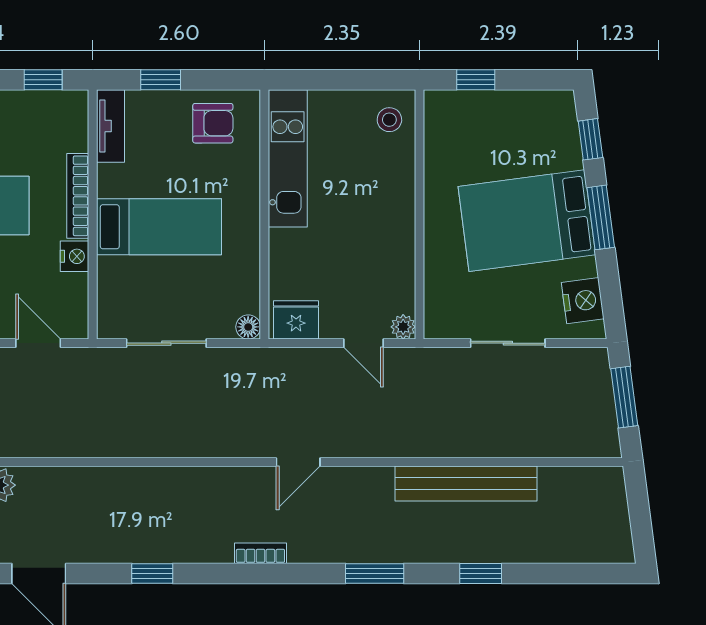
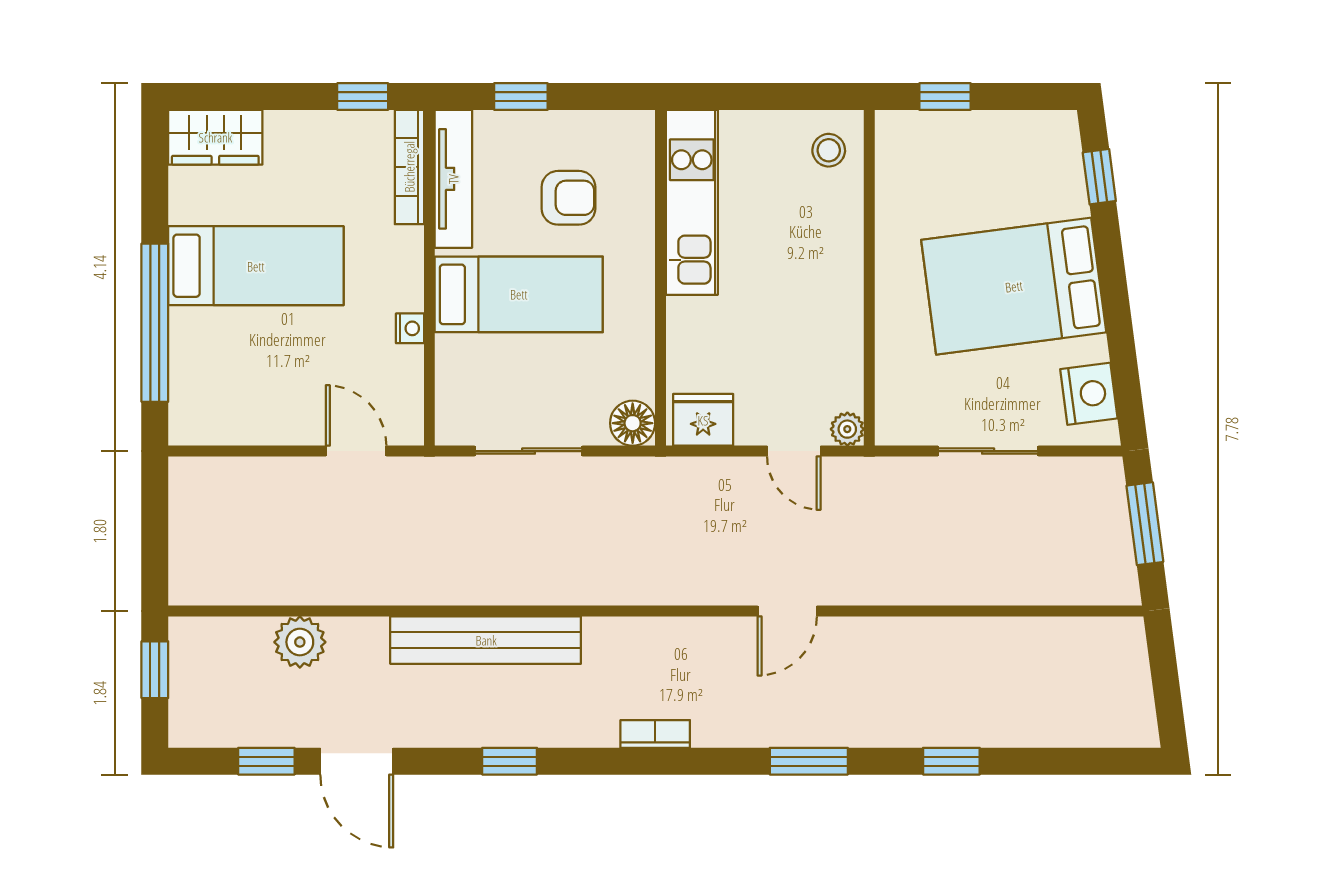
armchair: (213, 123) -> (568, 198), moved
tv unit: (111, 126) -> (453, 179), width x1.41
bookcase: (78, 196) -> (409, 167), moved
window: (601, 217) -> (1113, 282), removed
nightstand: (75, 256) -> (410, 328), width x0.72, depth x0.74
floor lamp: (248, 327) -> (633, 423), width x1.37, depth x1.37
door: (298, 462) -> (787, 611), moved
bench: (466, 484) -> (486, 640), moved

